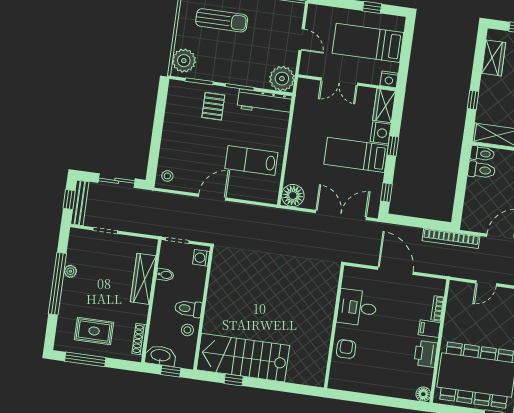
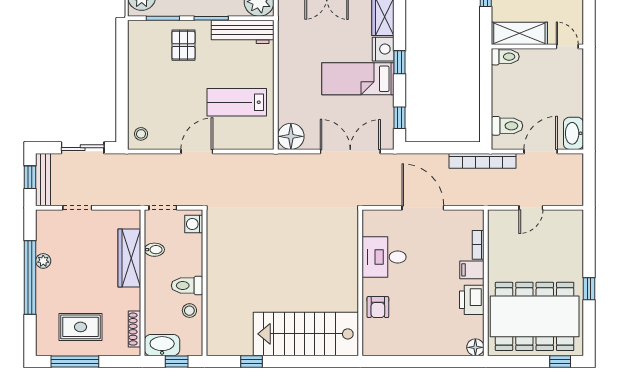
toilet: (481, 170) -> (507, 126), moved
armchair: (346, 349) -> (378, 307), turned 180
stairs: (243, 358) -> (306, 334), moved

